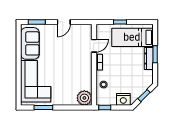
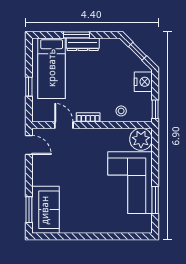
door: (64, 22) -> (29, 145), moved
sofa: (30, 43) -> (45, 210), moved, turned 90
corner sofa: (36, 81) -> (130, 183), moved, turned -90

